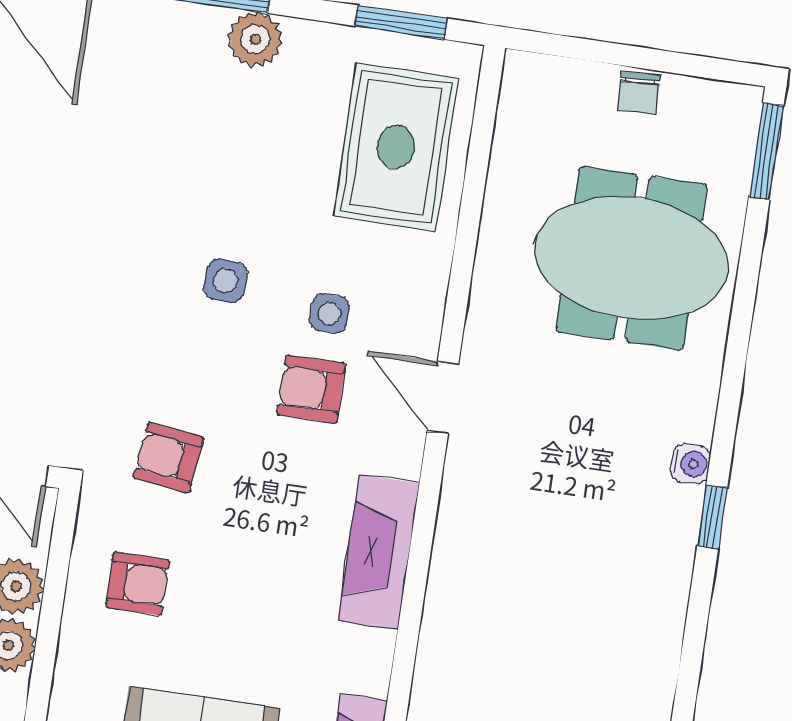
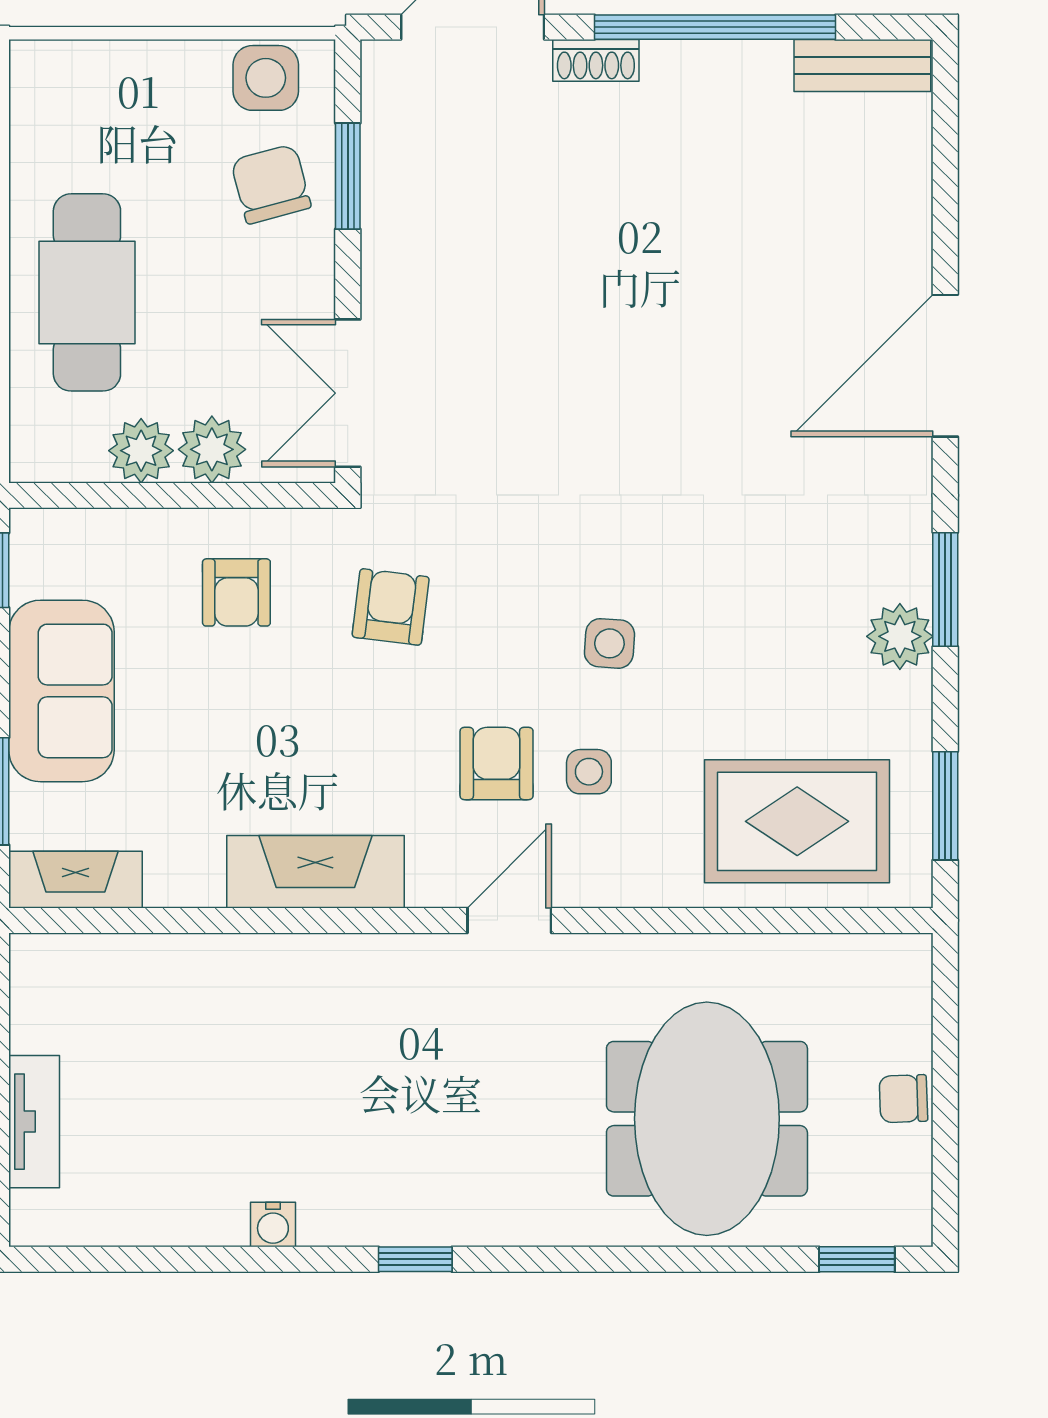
window: (766, 151) -> (857, 1259), width x0.67
water cooler: (691, 464) -> (273, 1225), moved

